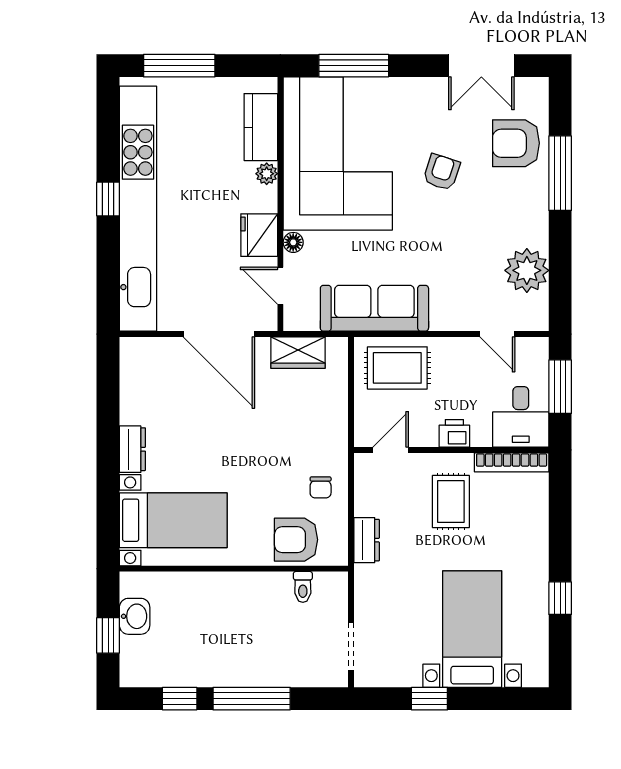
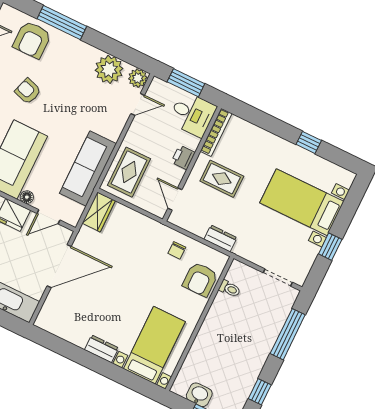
plant: (534, 316) -> (138, 78), added
wardrobe: (298, 353) -> (99, 212), moved
chair: (321, 487) -> (177, 250), turned 90
window: (252, 699) -> (288, 334), moved

